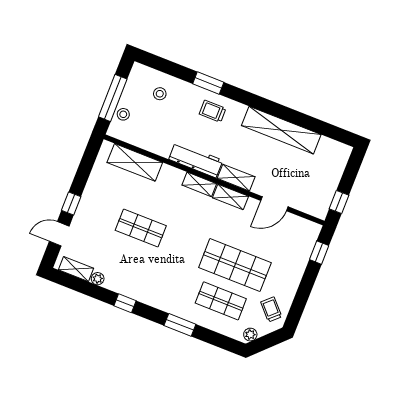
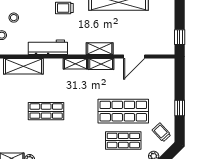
stool: (160, 94) -> (14, 18), moved
workbench: (196, 160) -> (48, 47), moved
window: (319, 253) -> (180, 108), moved

